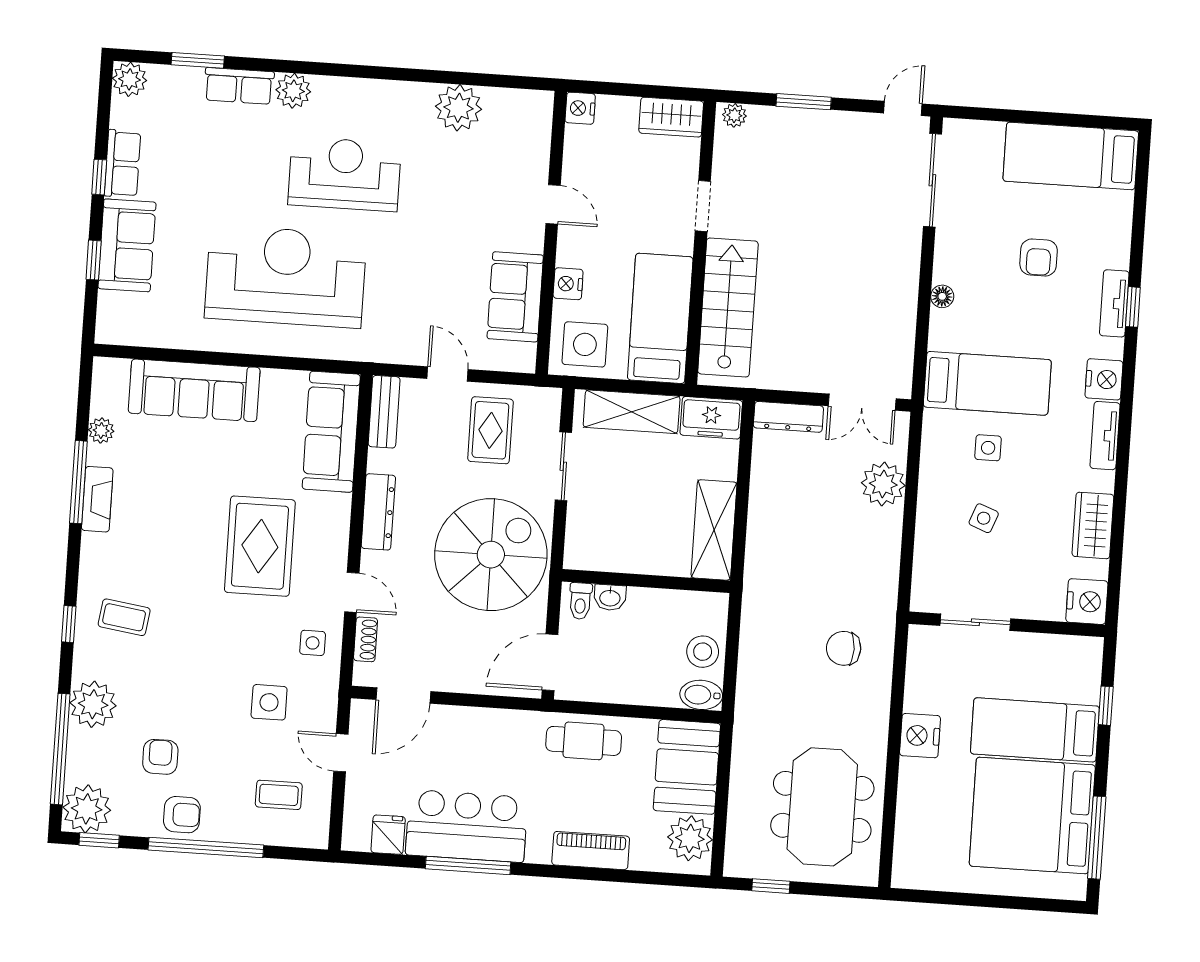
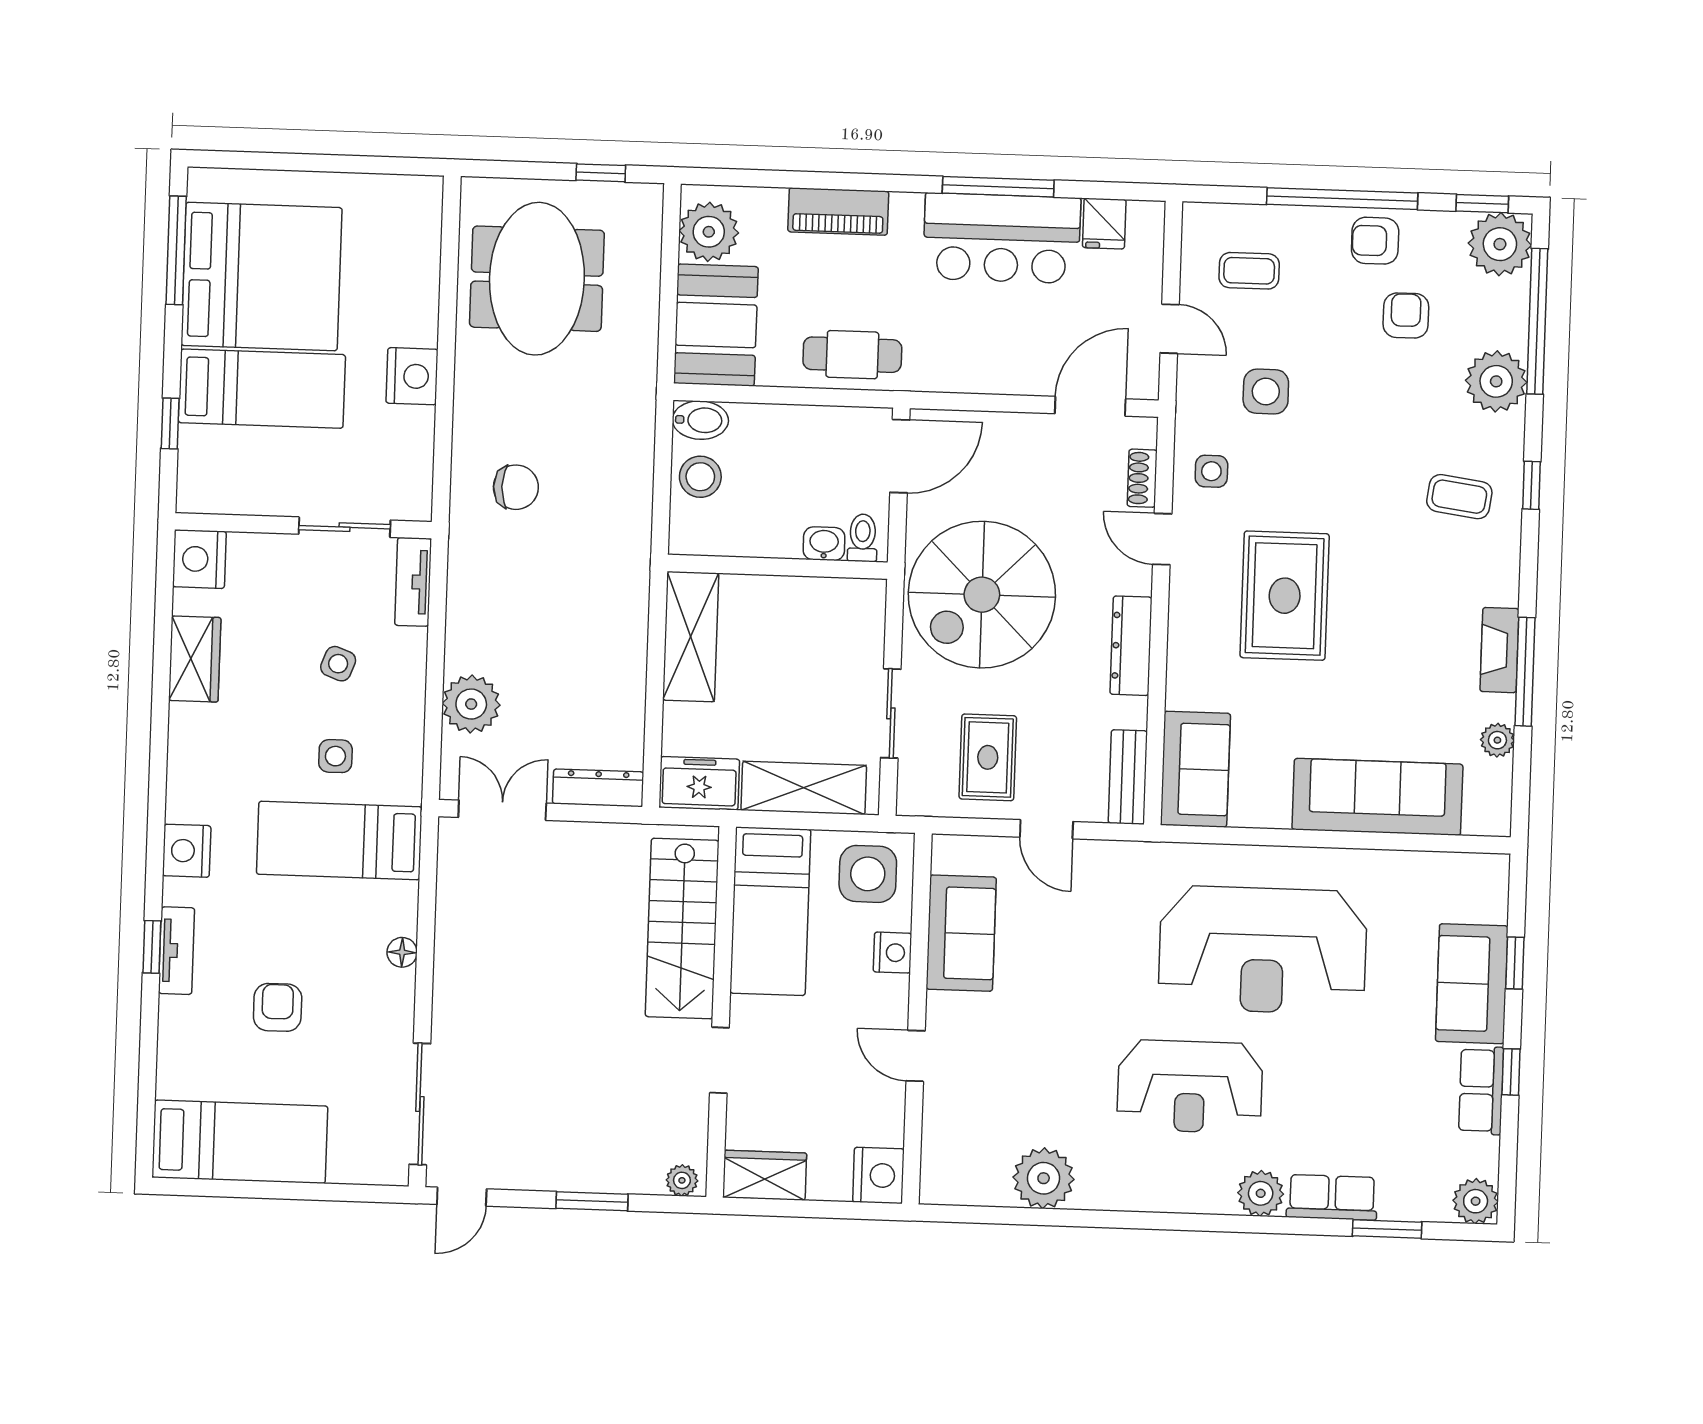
nightstand: (580, 108) -> (878, 1175), width x1.36, depth x1.33
sofa: (331, 432) -> (1195, 769), width x0.73
tv unit: (1105, 436) -> (413, 582), moved, turned 180
armchair: (160, 757) -> (1406, 315), turned 180

